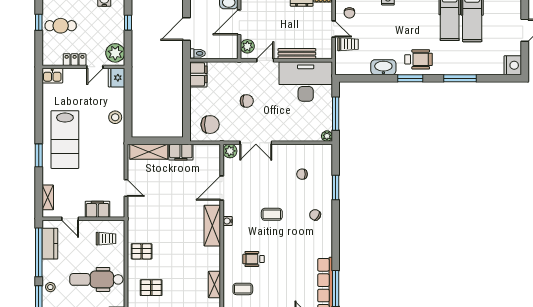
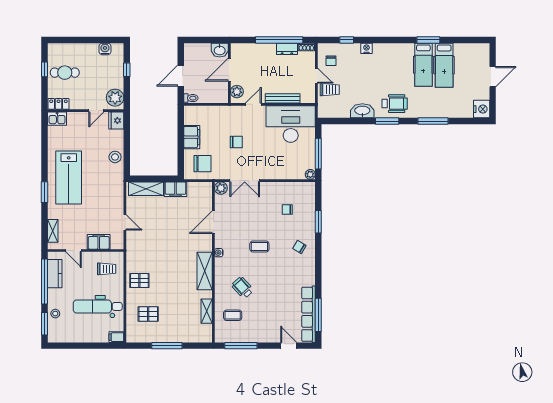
locker: (75, 60) -> (59, 104), moved
filing cabinet: (198, 74) -> (192, 137), moved
shelving: (212, 226) -> (205, 271), moved
wheelchair: (253, 259) -> (243, 288), turned 48

